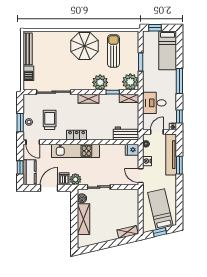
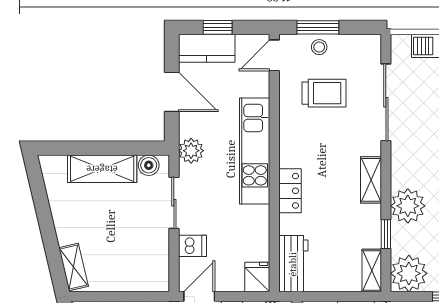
locker: (77, 135) -> (290, 191), moved
dishwasher: (64, 179) -> (192, 246), moved

